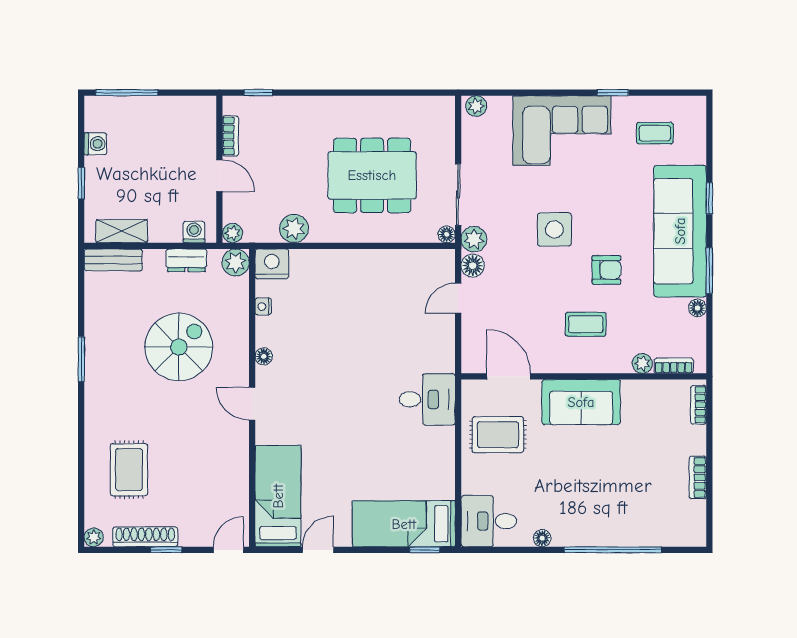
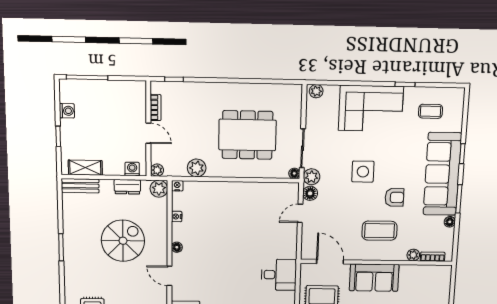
nightstand: (272, 264) -> (177, 186), width x0.53, depth x0.56
coffee table: (586, 324) -> (379, 231), width x1.36, depth x1.30
bookcase: (699, 405) -> (446, 280), removed

